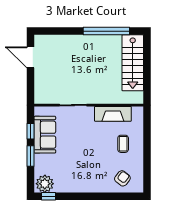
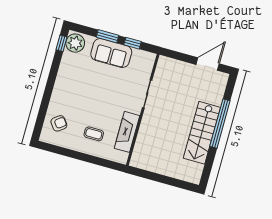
window: (106, 31) -> (220, 123), moved
stairs: (133, 63) -> (202, 133), moved, turned -90
sofa: (45, 135) -> (111, 53), moved
armchair: (122, 178) -> (59, 123), turned -75

